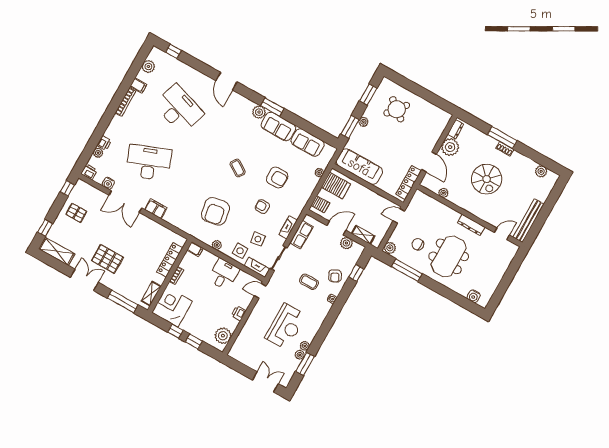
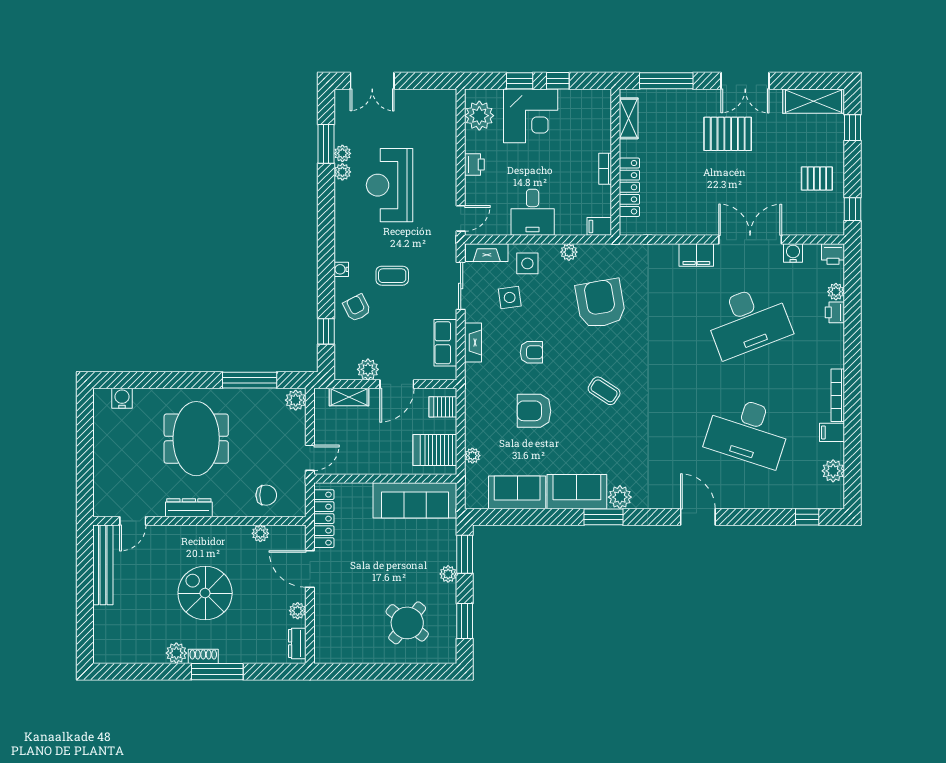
plant: (450, 147) -> (298, 611), width x0.53, depth x0.53
plant: (541, 171) -> (176, 653), moved
chair: (418, 244) -> (266, 495), moved
corner desk: (172, 307) -> (531, 116), moved

